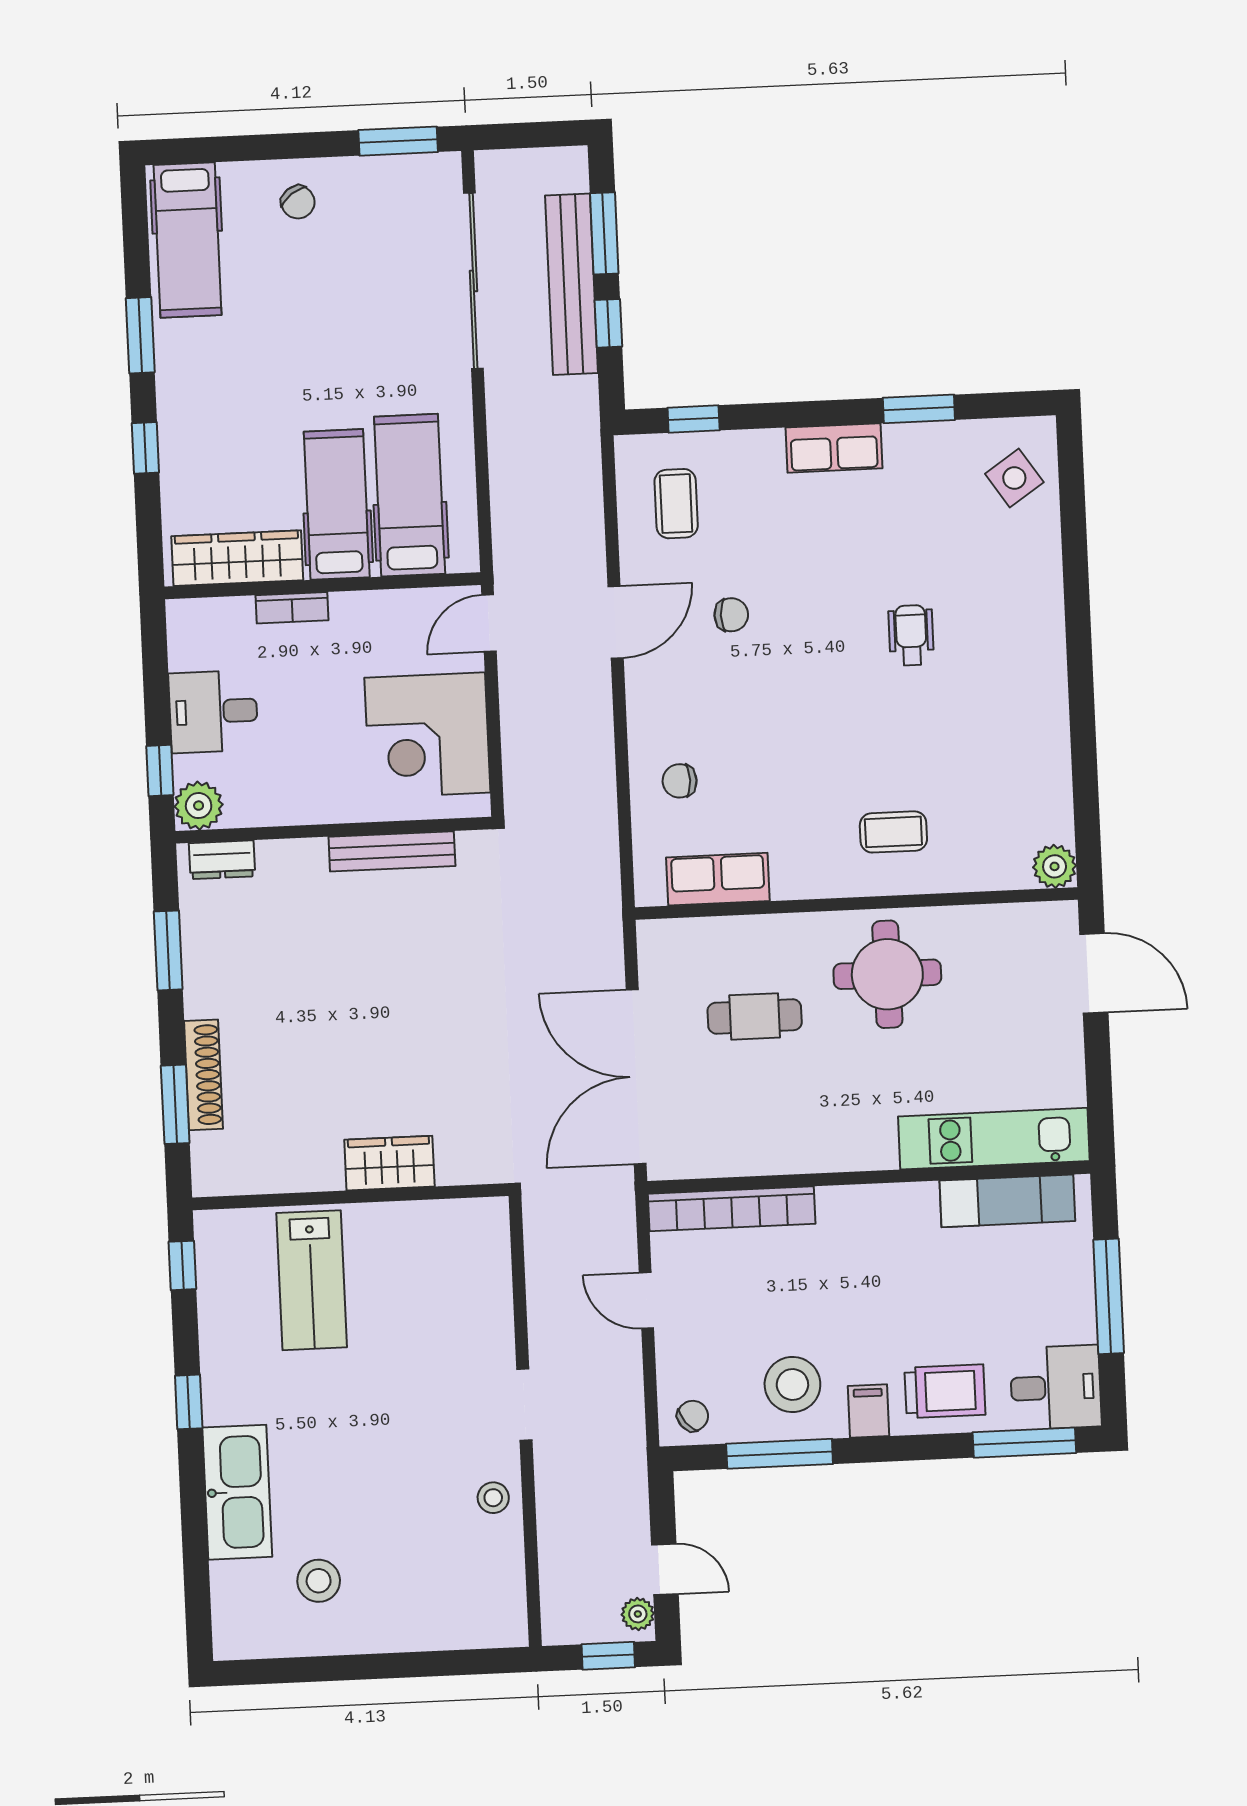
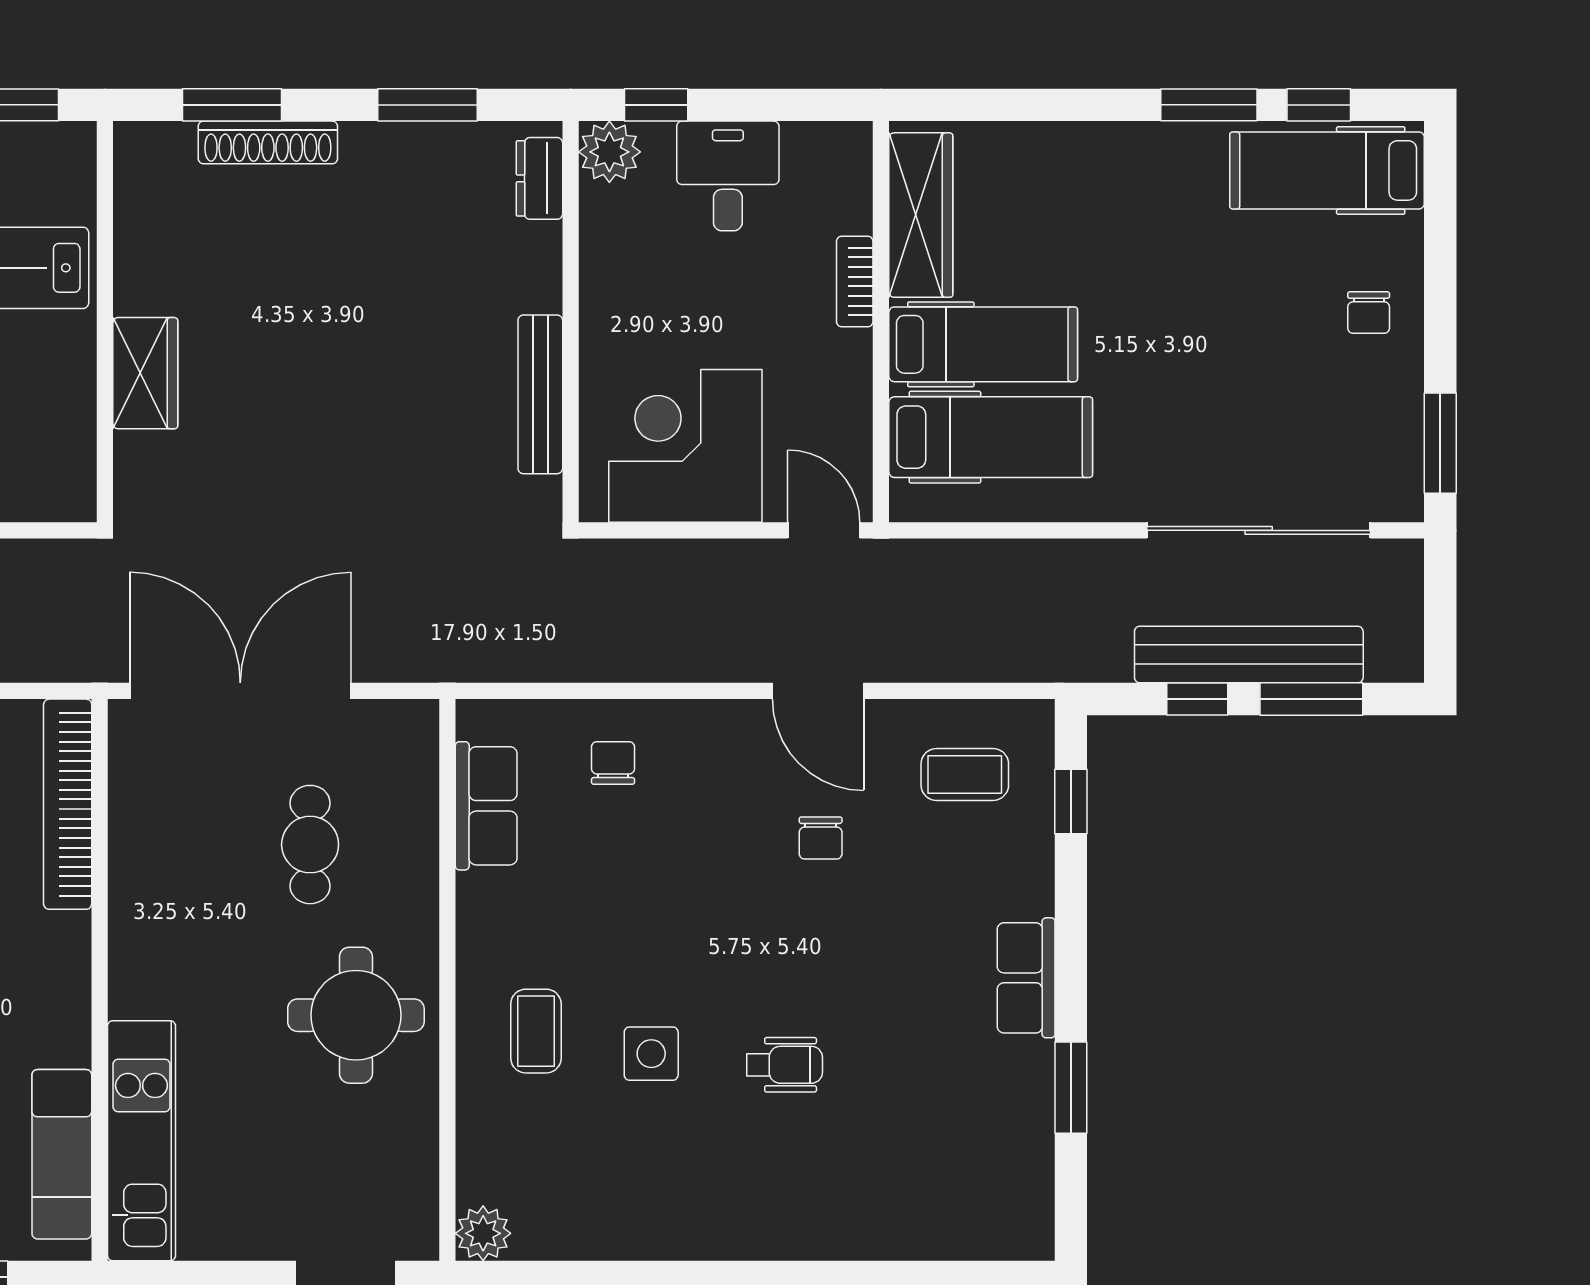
chair: (298, 202) -> (1369, 313), turned -54
window: (145, 448) -> (1319, 105), moved
side table: (1014, 478) -> (651, 1054), moved, turned 34

